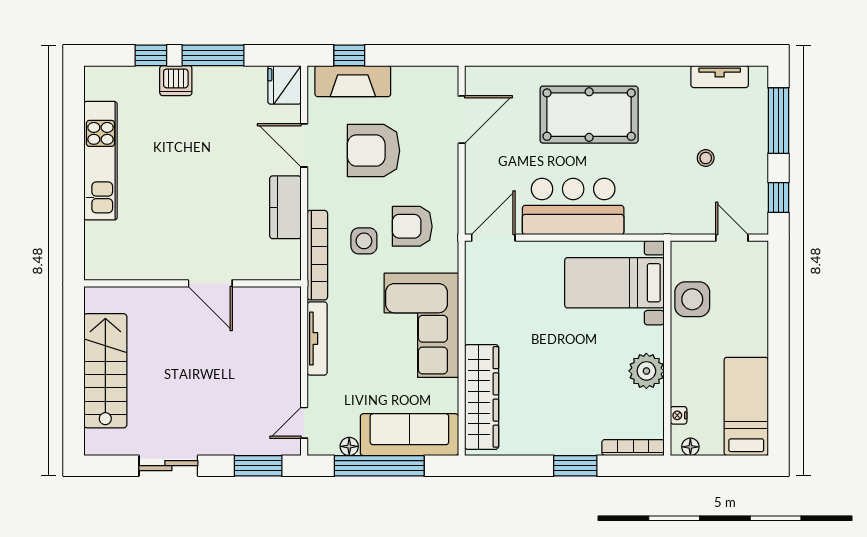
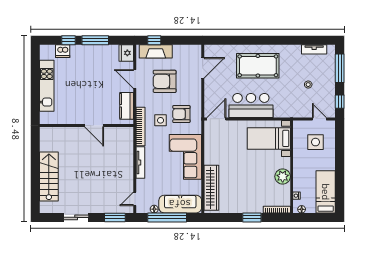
dishwasher: (176, 81) -> (63, 51), moved
wall: (192, 283) -> (86, 126), moved
door: (210, 283) -> (94, 126), moved
side table: (692, 299) -> (315, 142), moved

